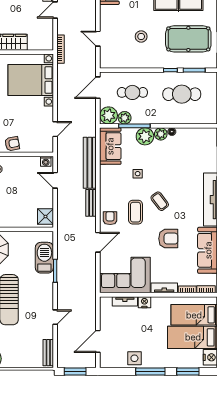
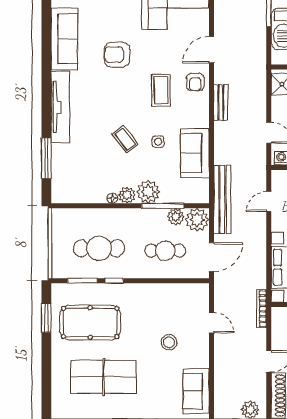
stool: (141, 37) -> (169, 342), moved
sofa: (110, 146) -> (195, 153), moved
bench: (90, 163) -> (222, 199), moved
coffee table: (160, 201) -> (125, 139), moved

